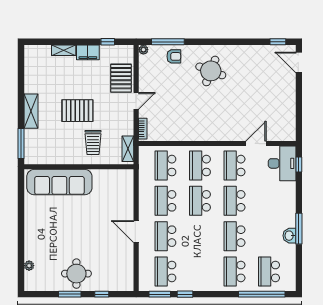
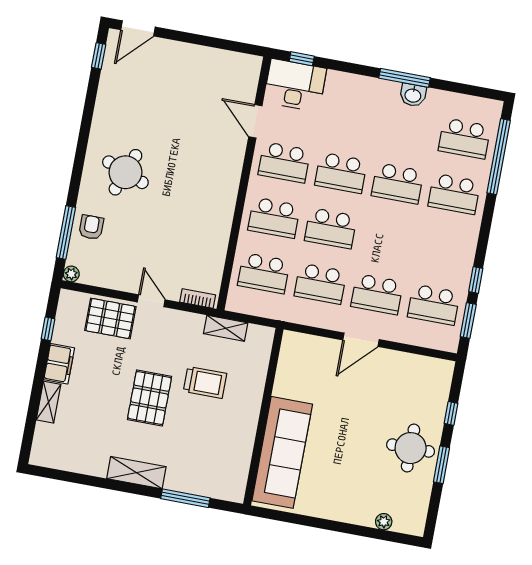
wall: (79, 167) -> (263, 417), moved
sofa: (59, 182) -> (282, 452), moved

